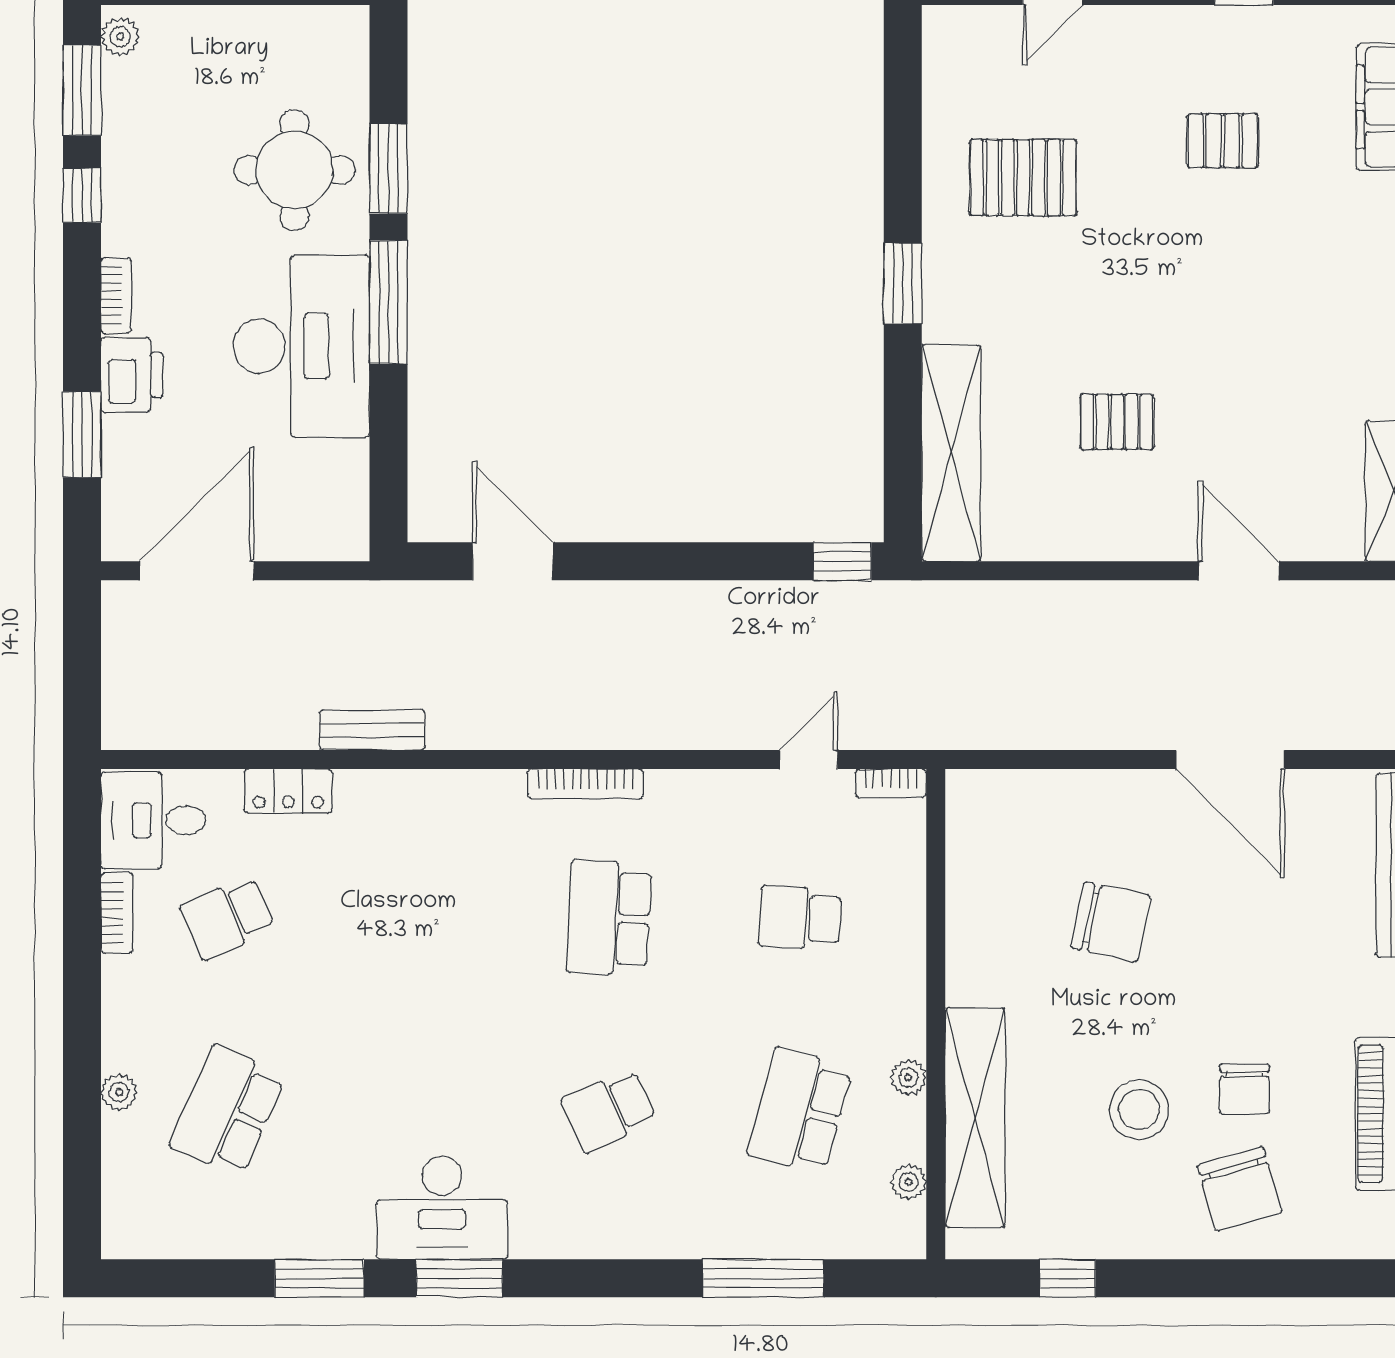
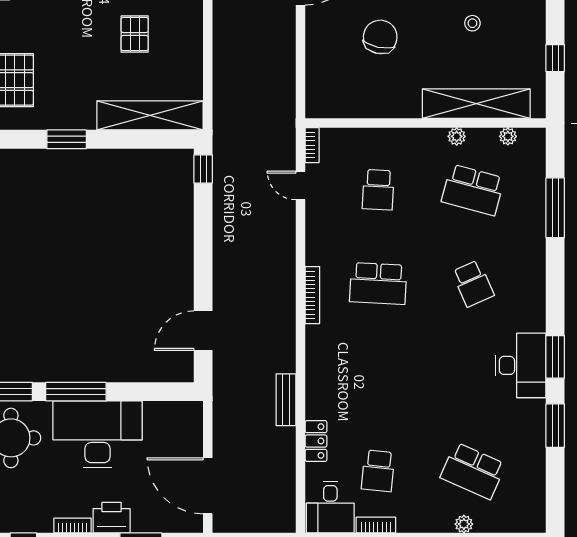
school desk: (227, 918) -> (378, 471), turned 30
stool: (1139, 1110) -> (472, 23), width x0.53, depth x0.53

